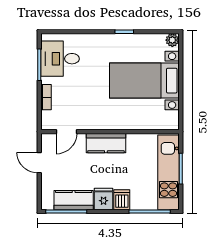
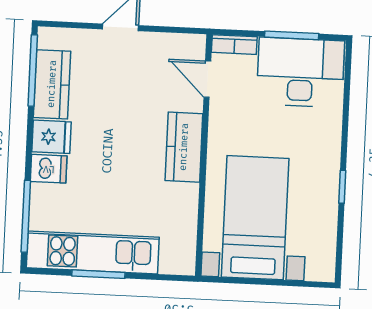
plant: (172, 40) -> (324, 270), removed
desk: (60, 59) -> (300, 72), width x1.37
door: (66, 132) -> (207, 79), moved
wall: (110, 132) -> (204, 155), moved
kitchen counter: (106, 143) -> (184, 147), moved

